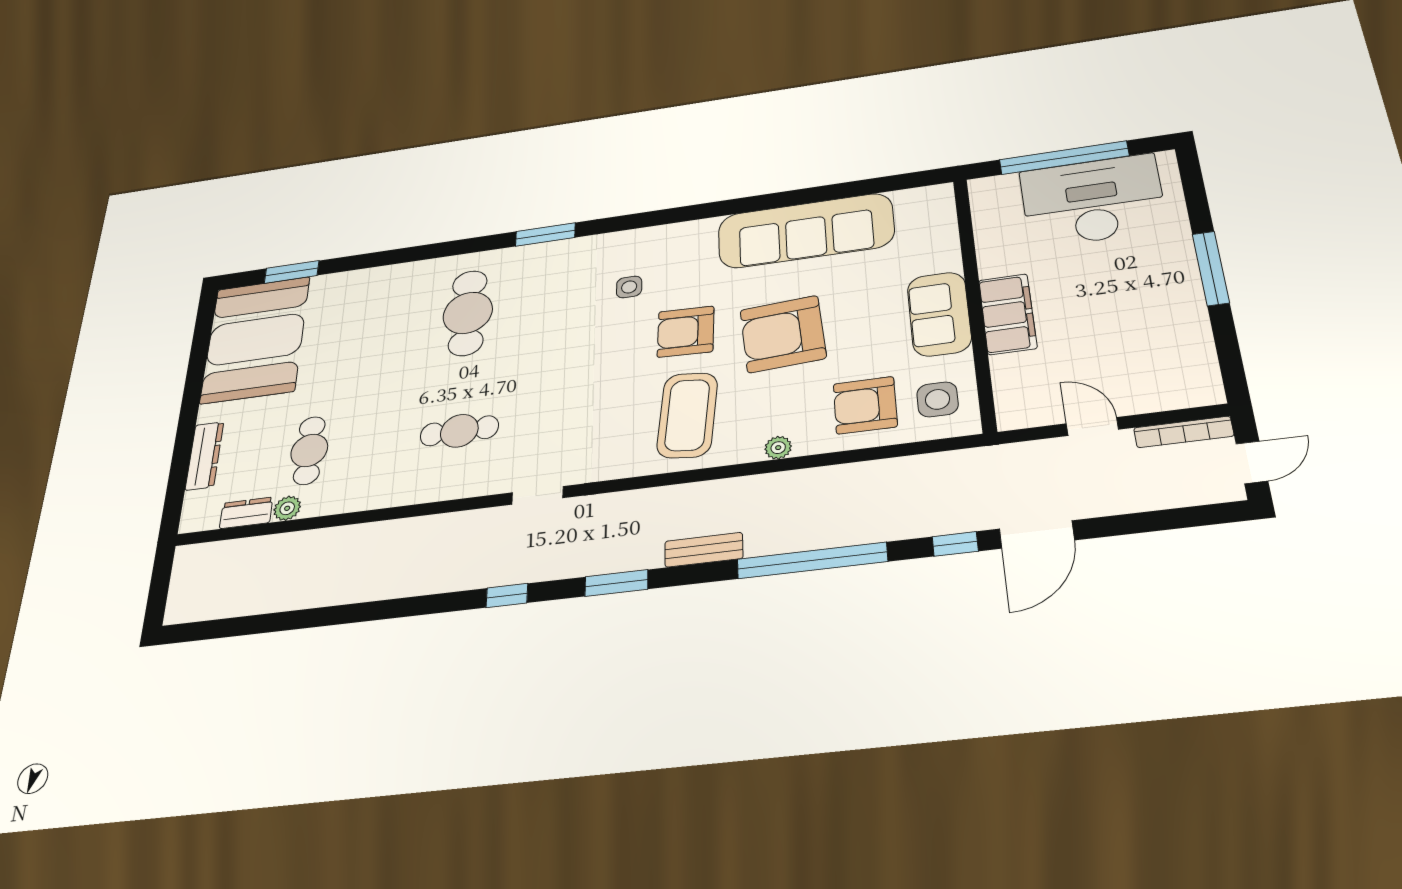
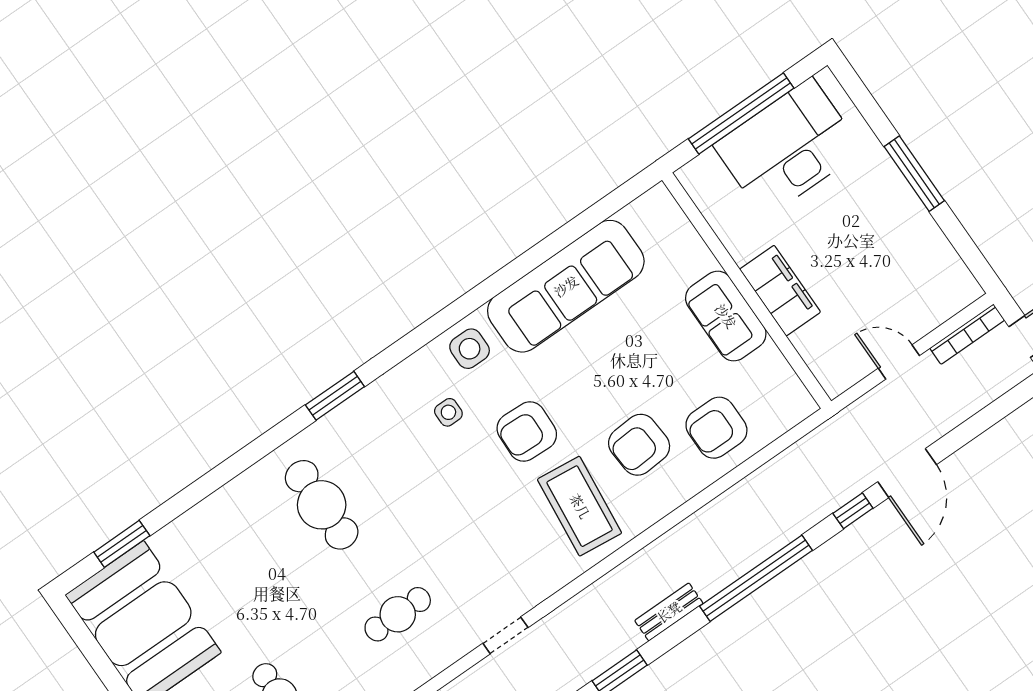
armchair: (783, 334) -> (639, 445), moved, width x0.73, depth x0.73
side table: (937, 399) -> (470, 349), moved
plant: (778, 448) -> (671, 498), removed

